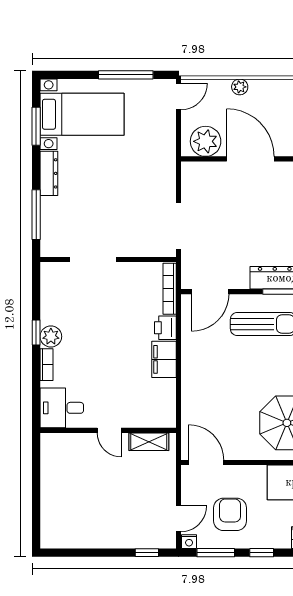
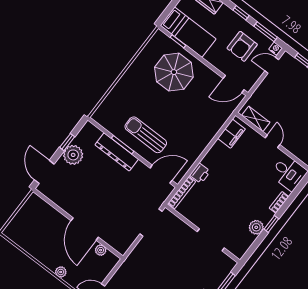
plant: (206, 141) -> (101, 250), width x0.53, depth x0.53
plant: (51, 336) -> (256, 227), moved
filing cabinet: (164, 359) -> (232, 134), moved
door: (206, 463) -> (234, 84), hinge flipped

